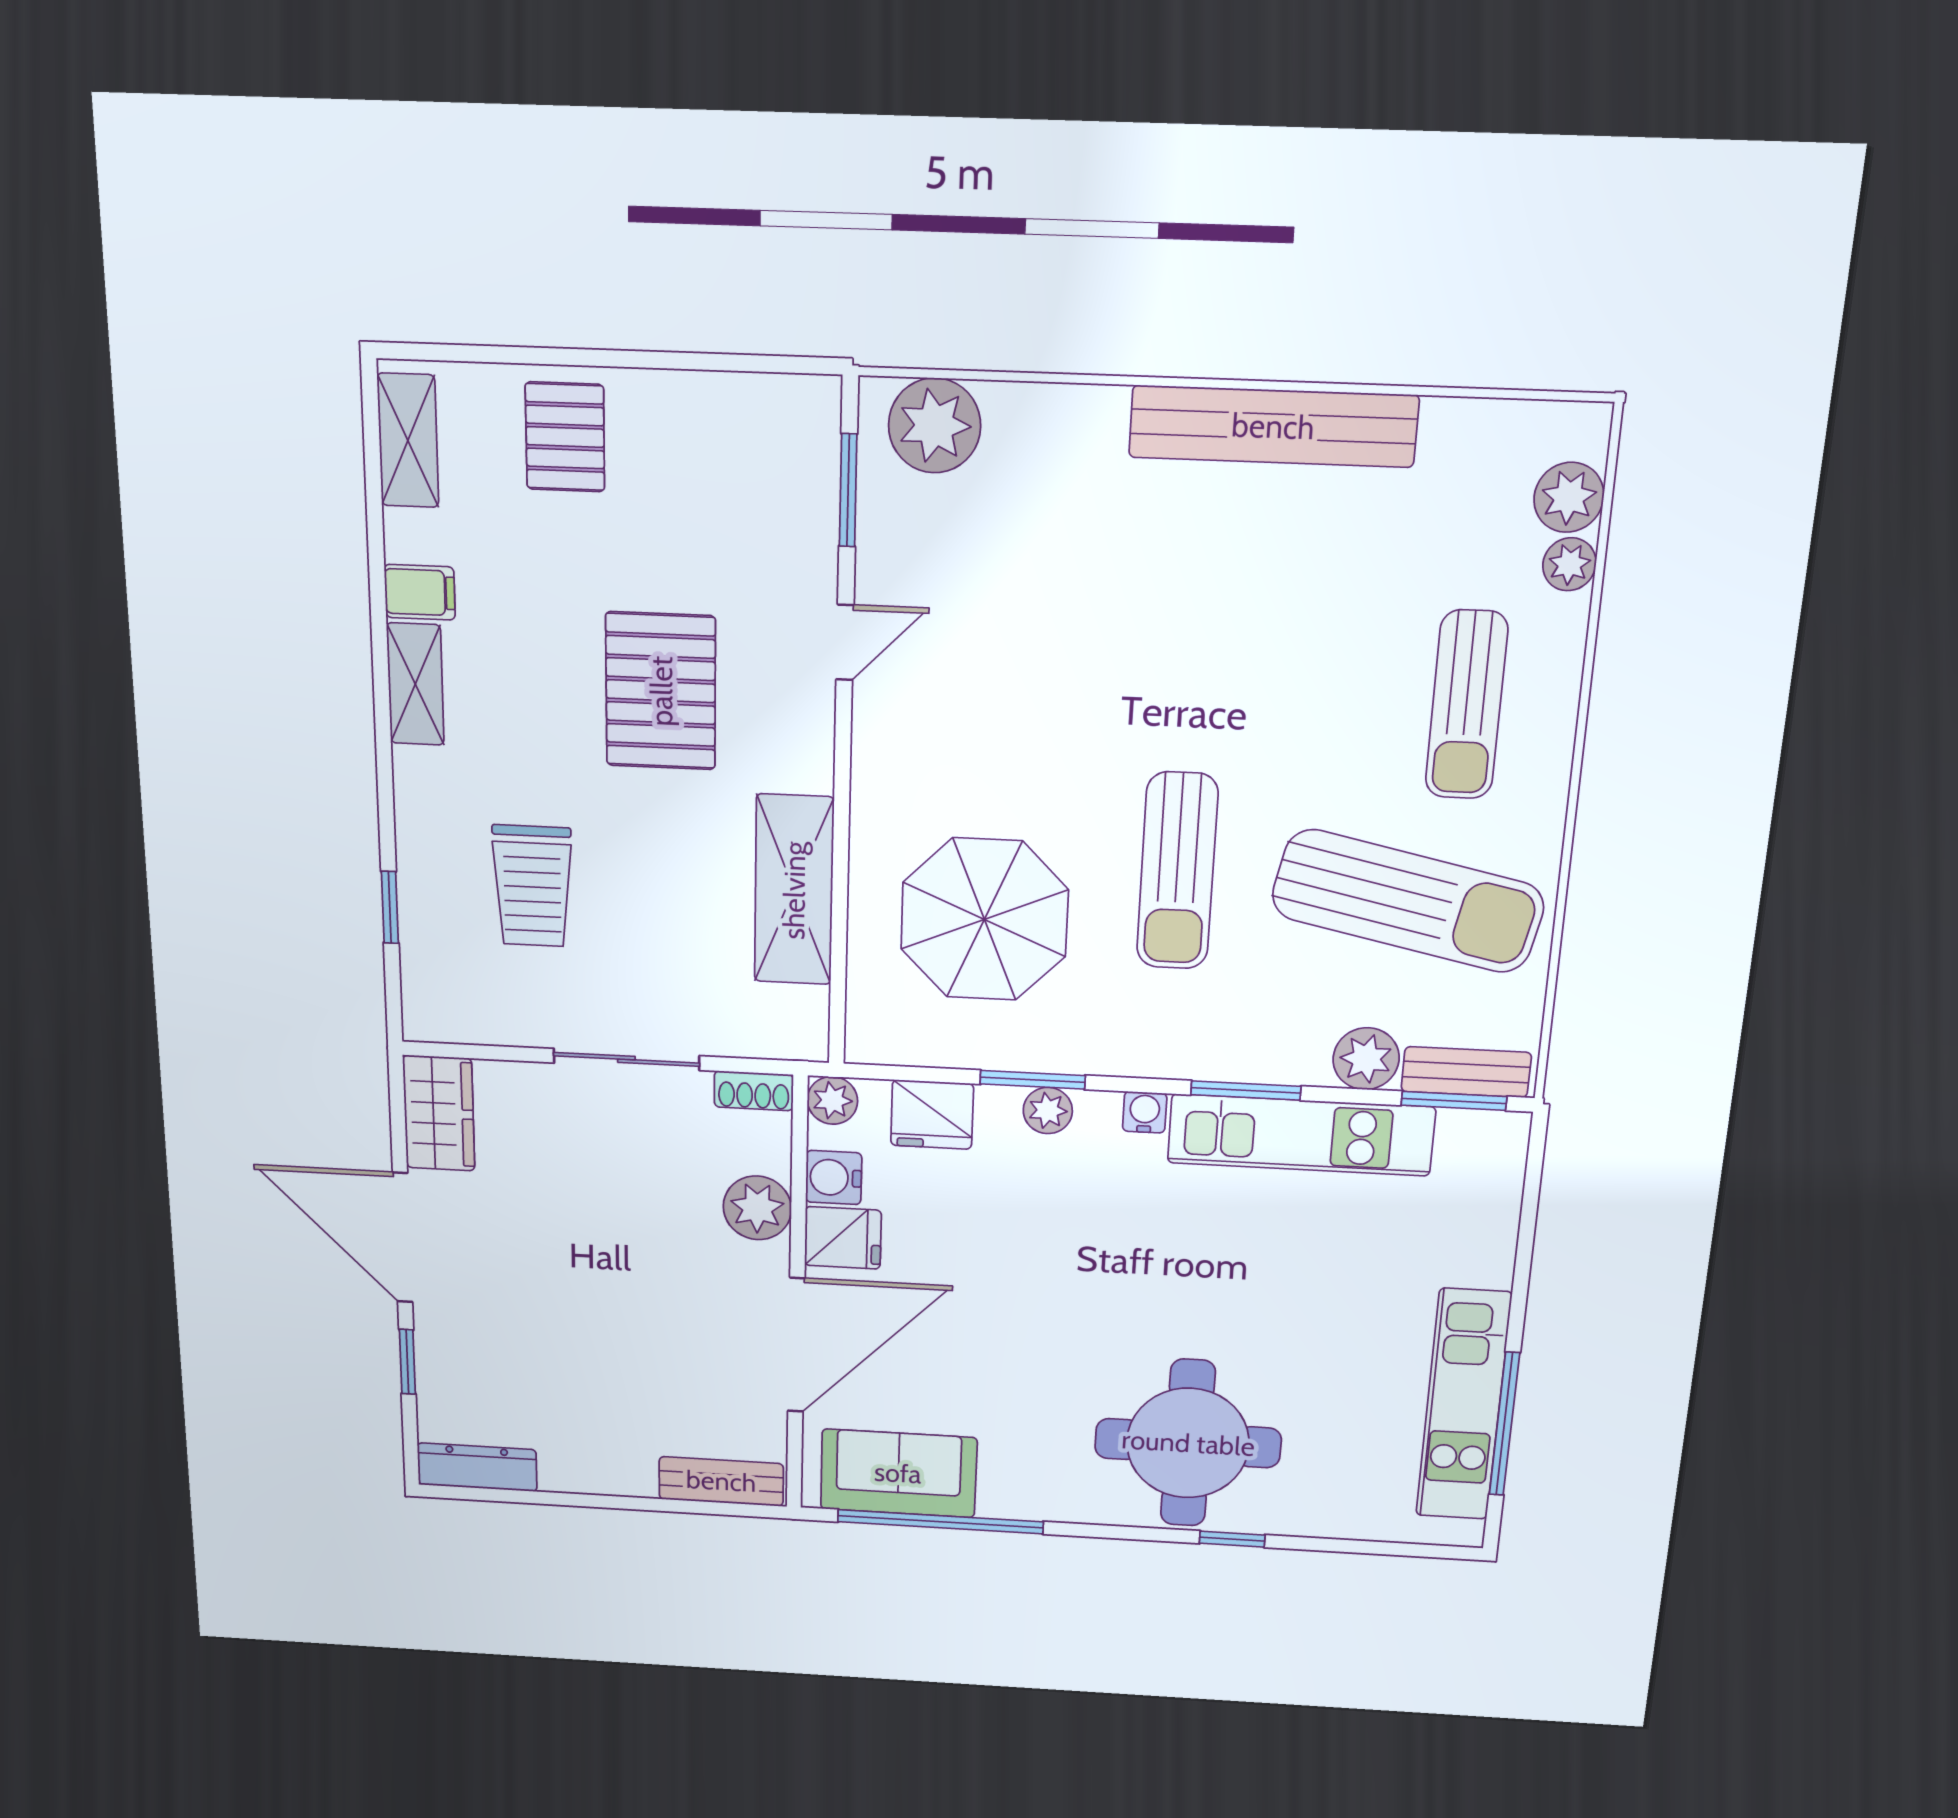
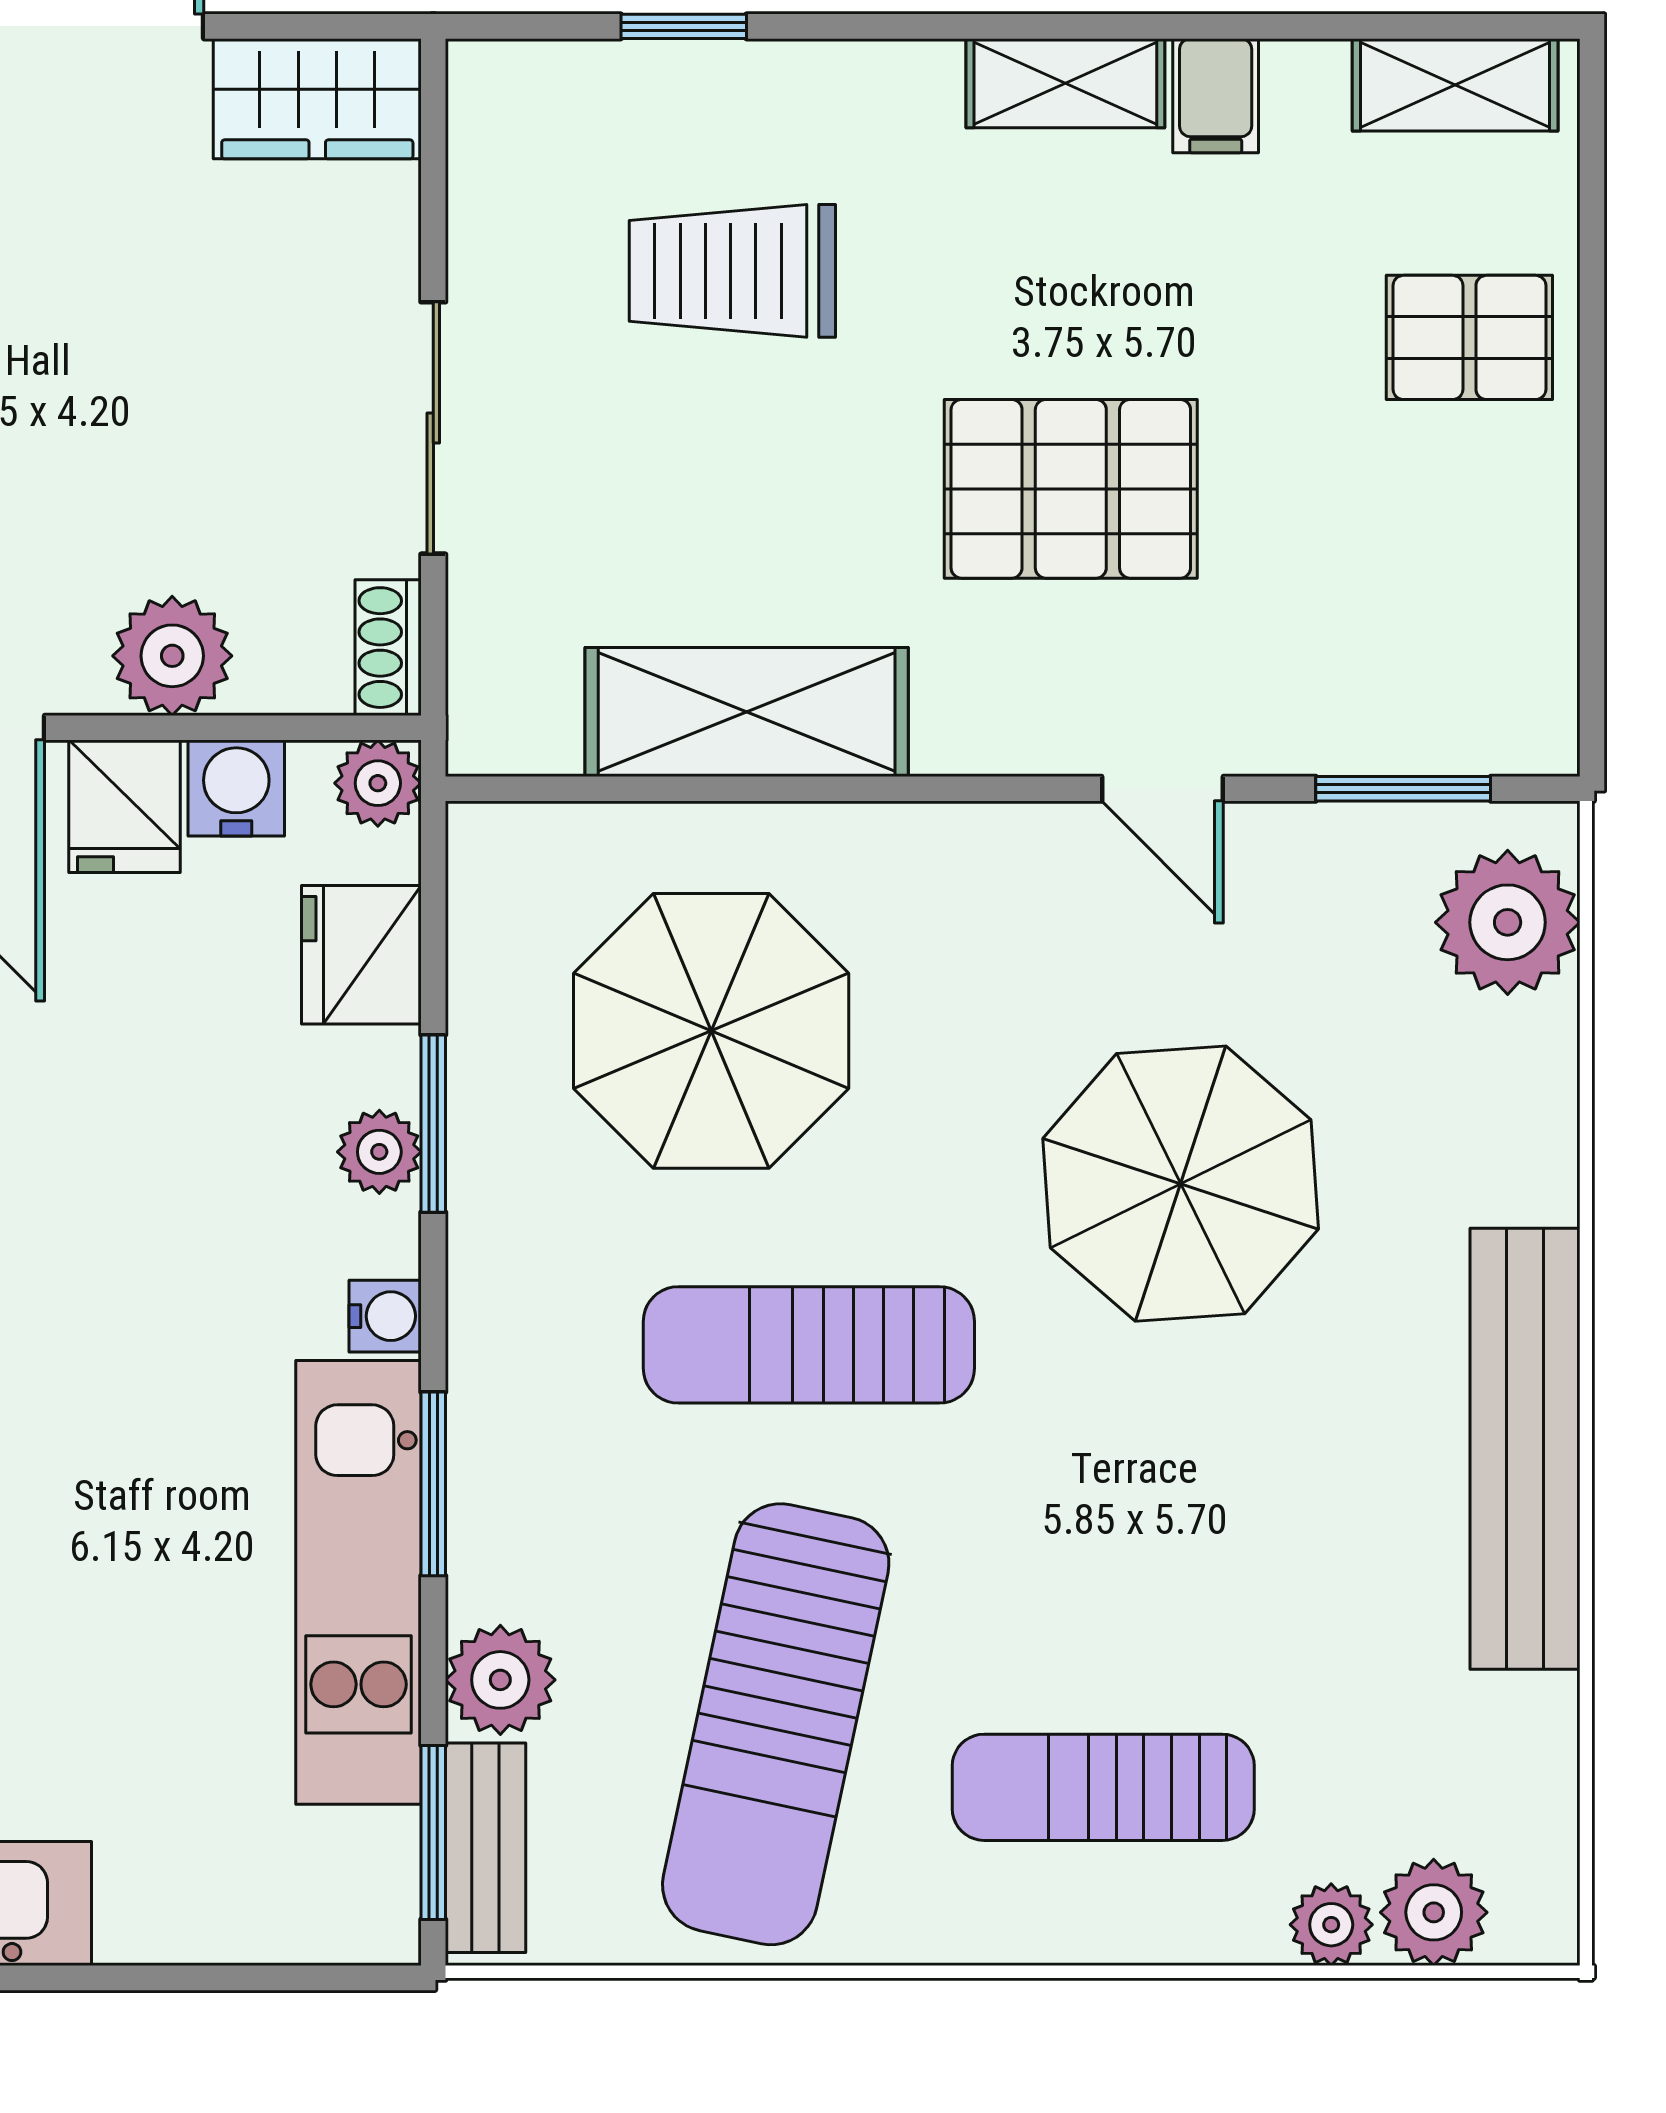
parasol: (1091, 641) -> (1181, 1184), added

